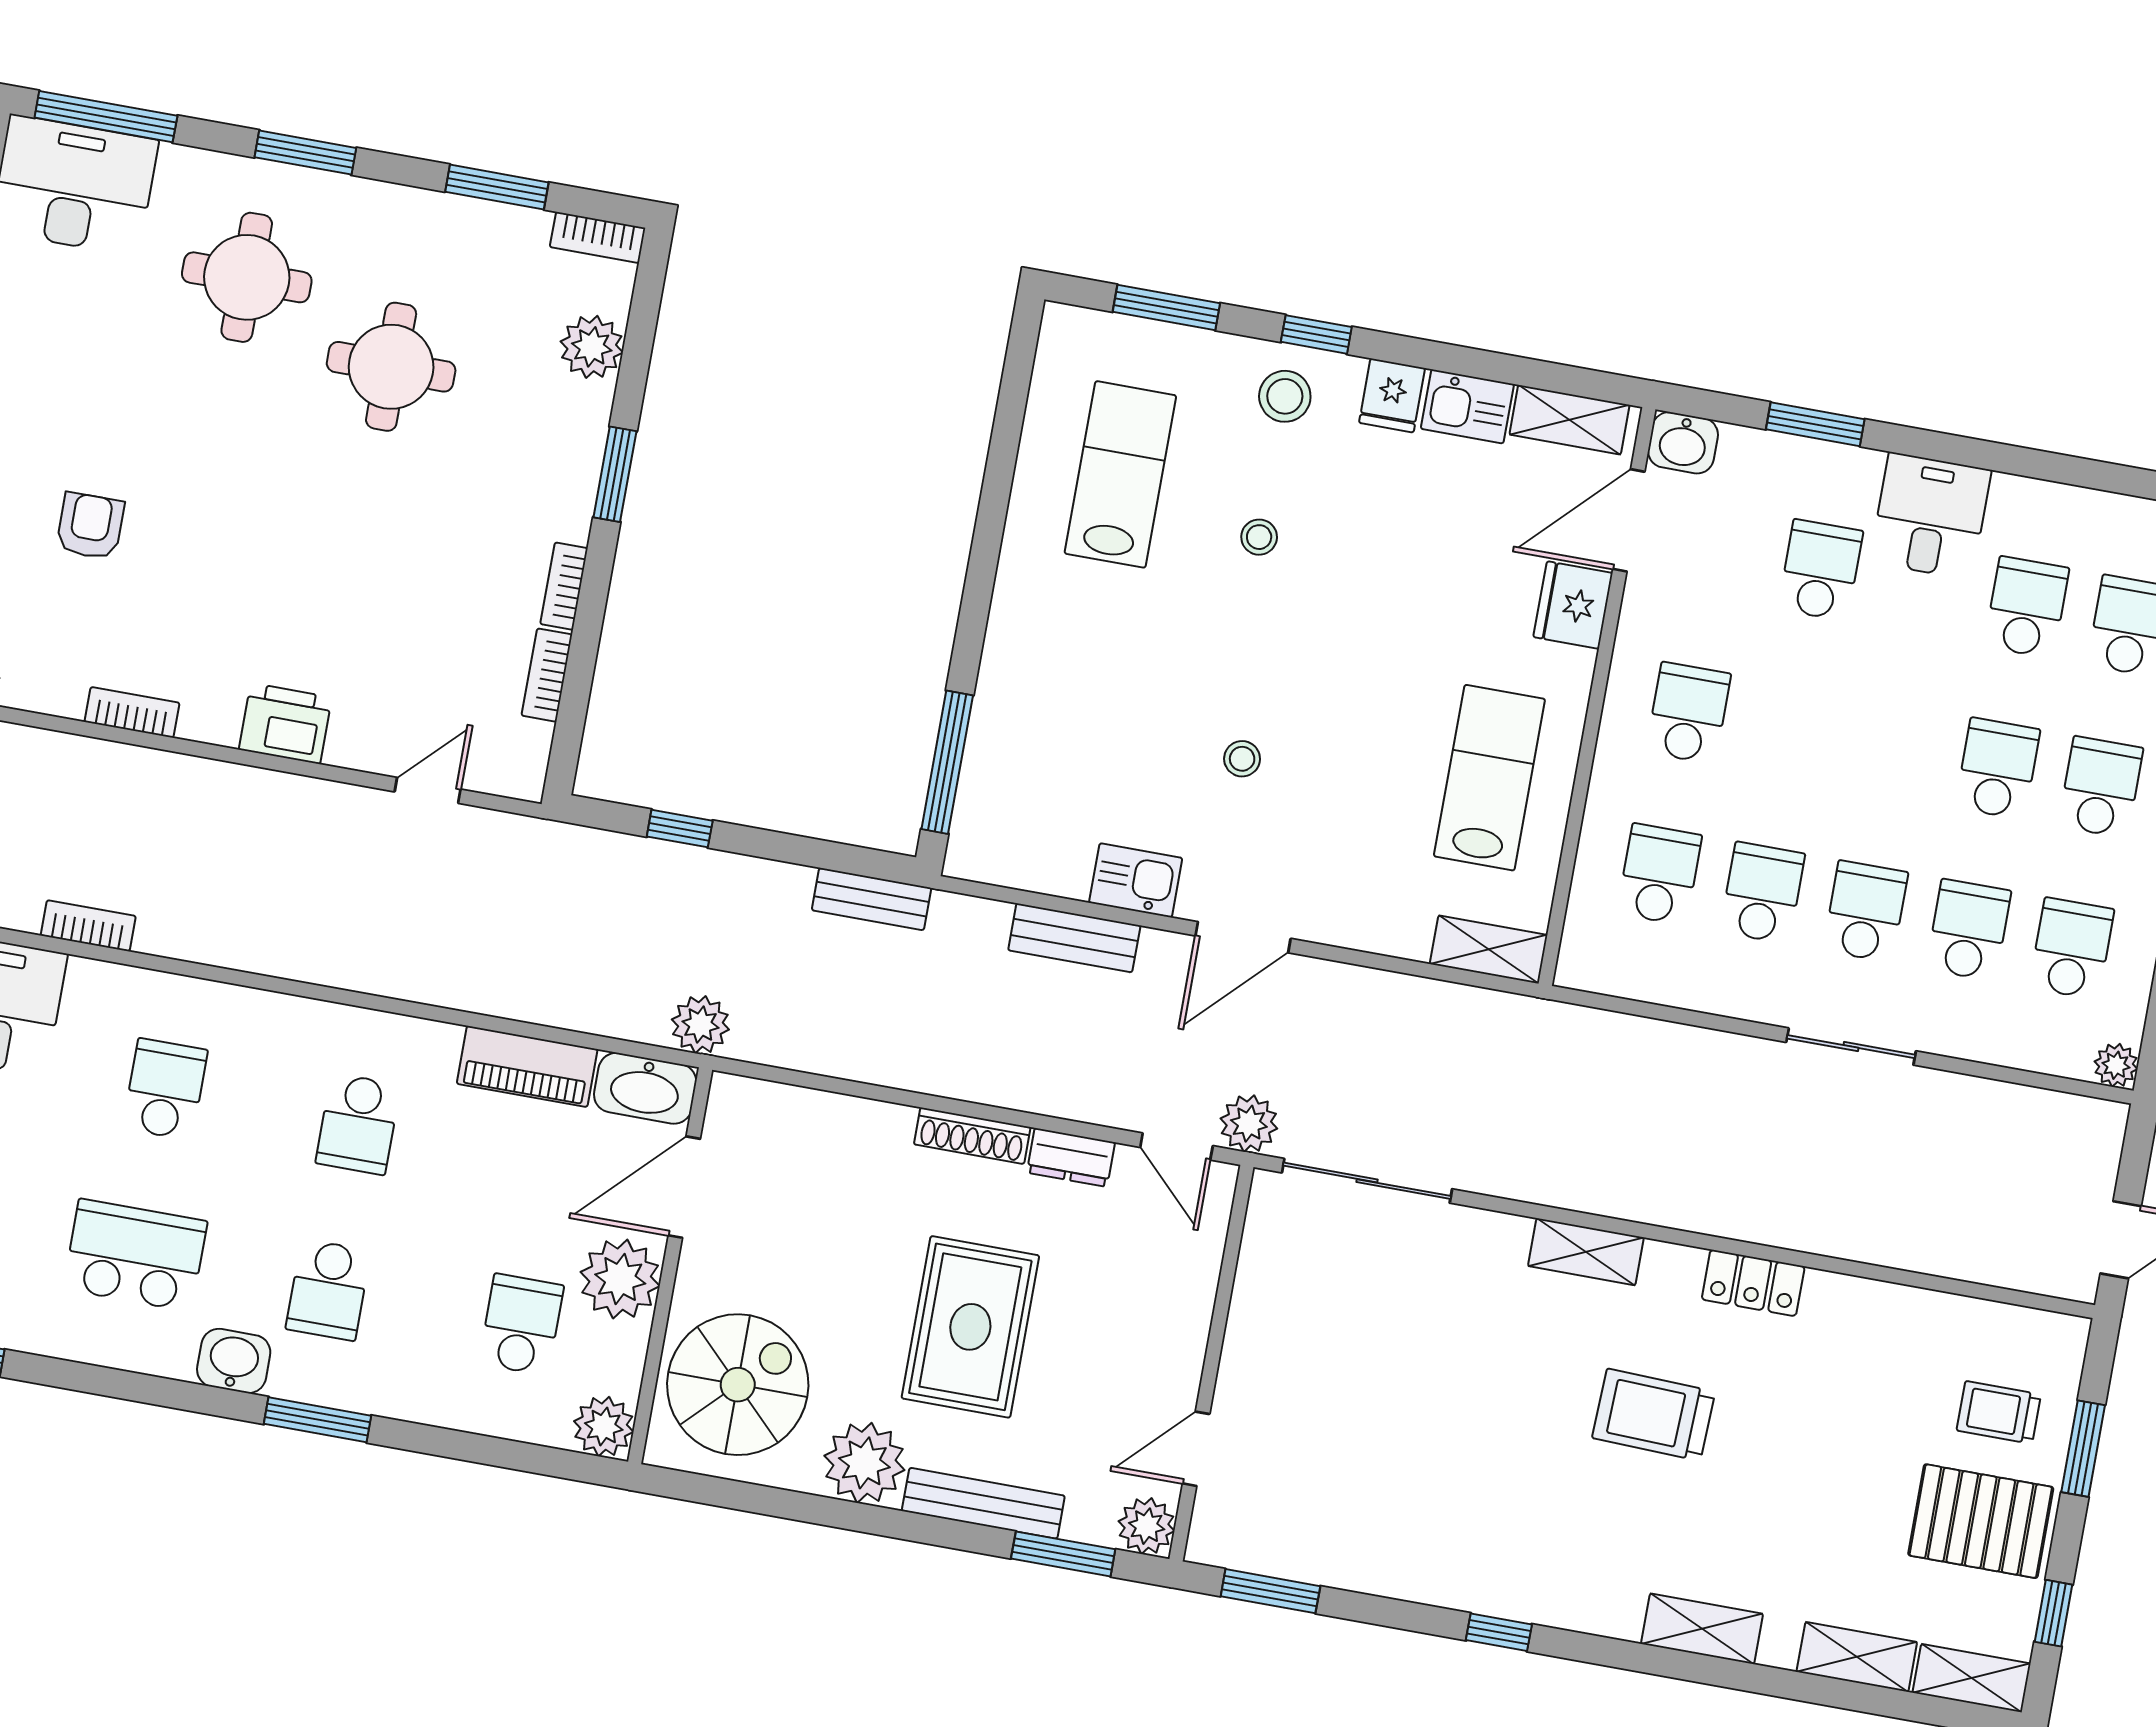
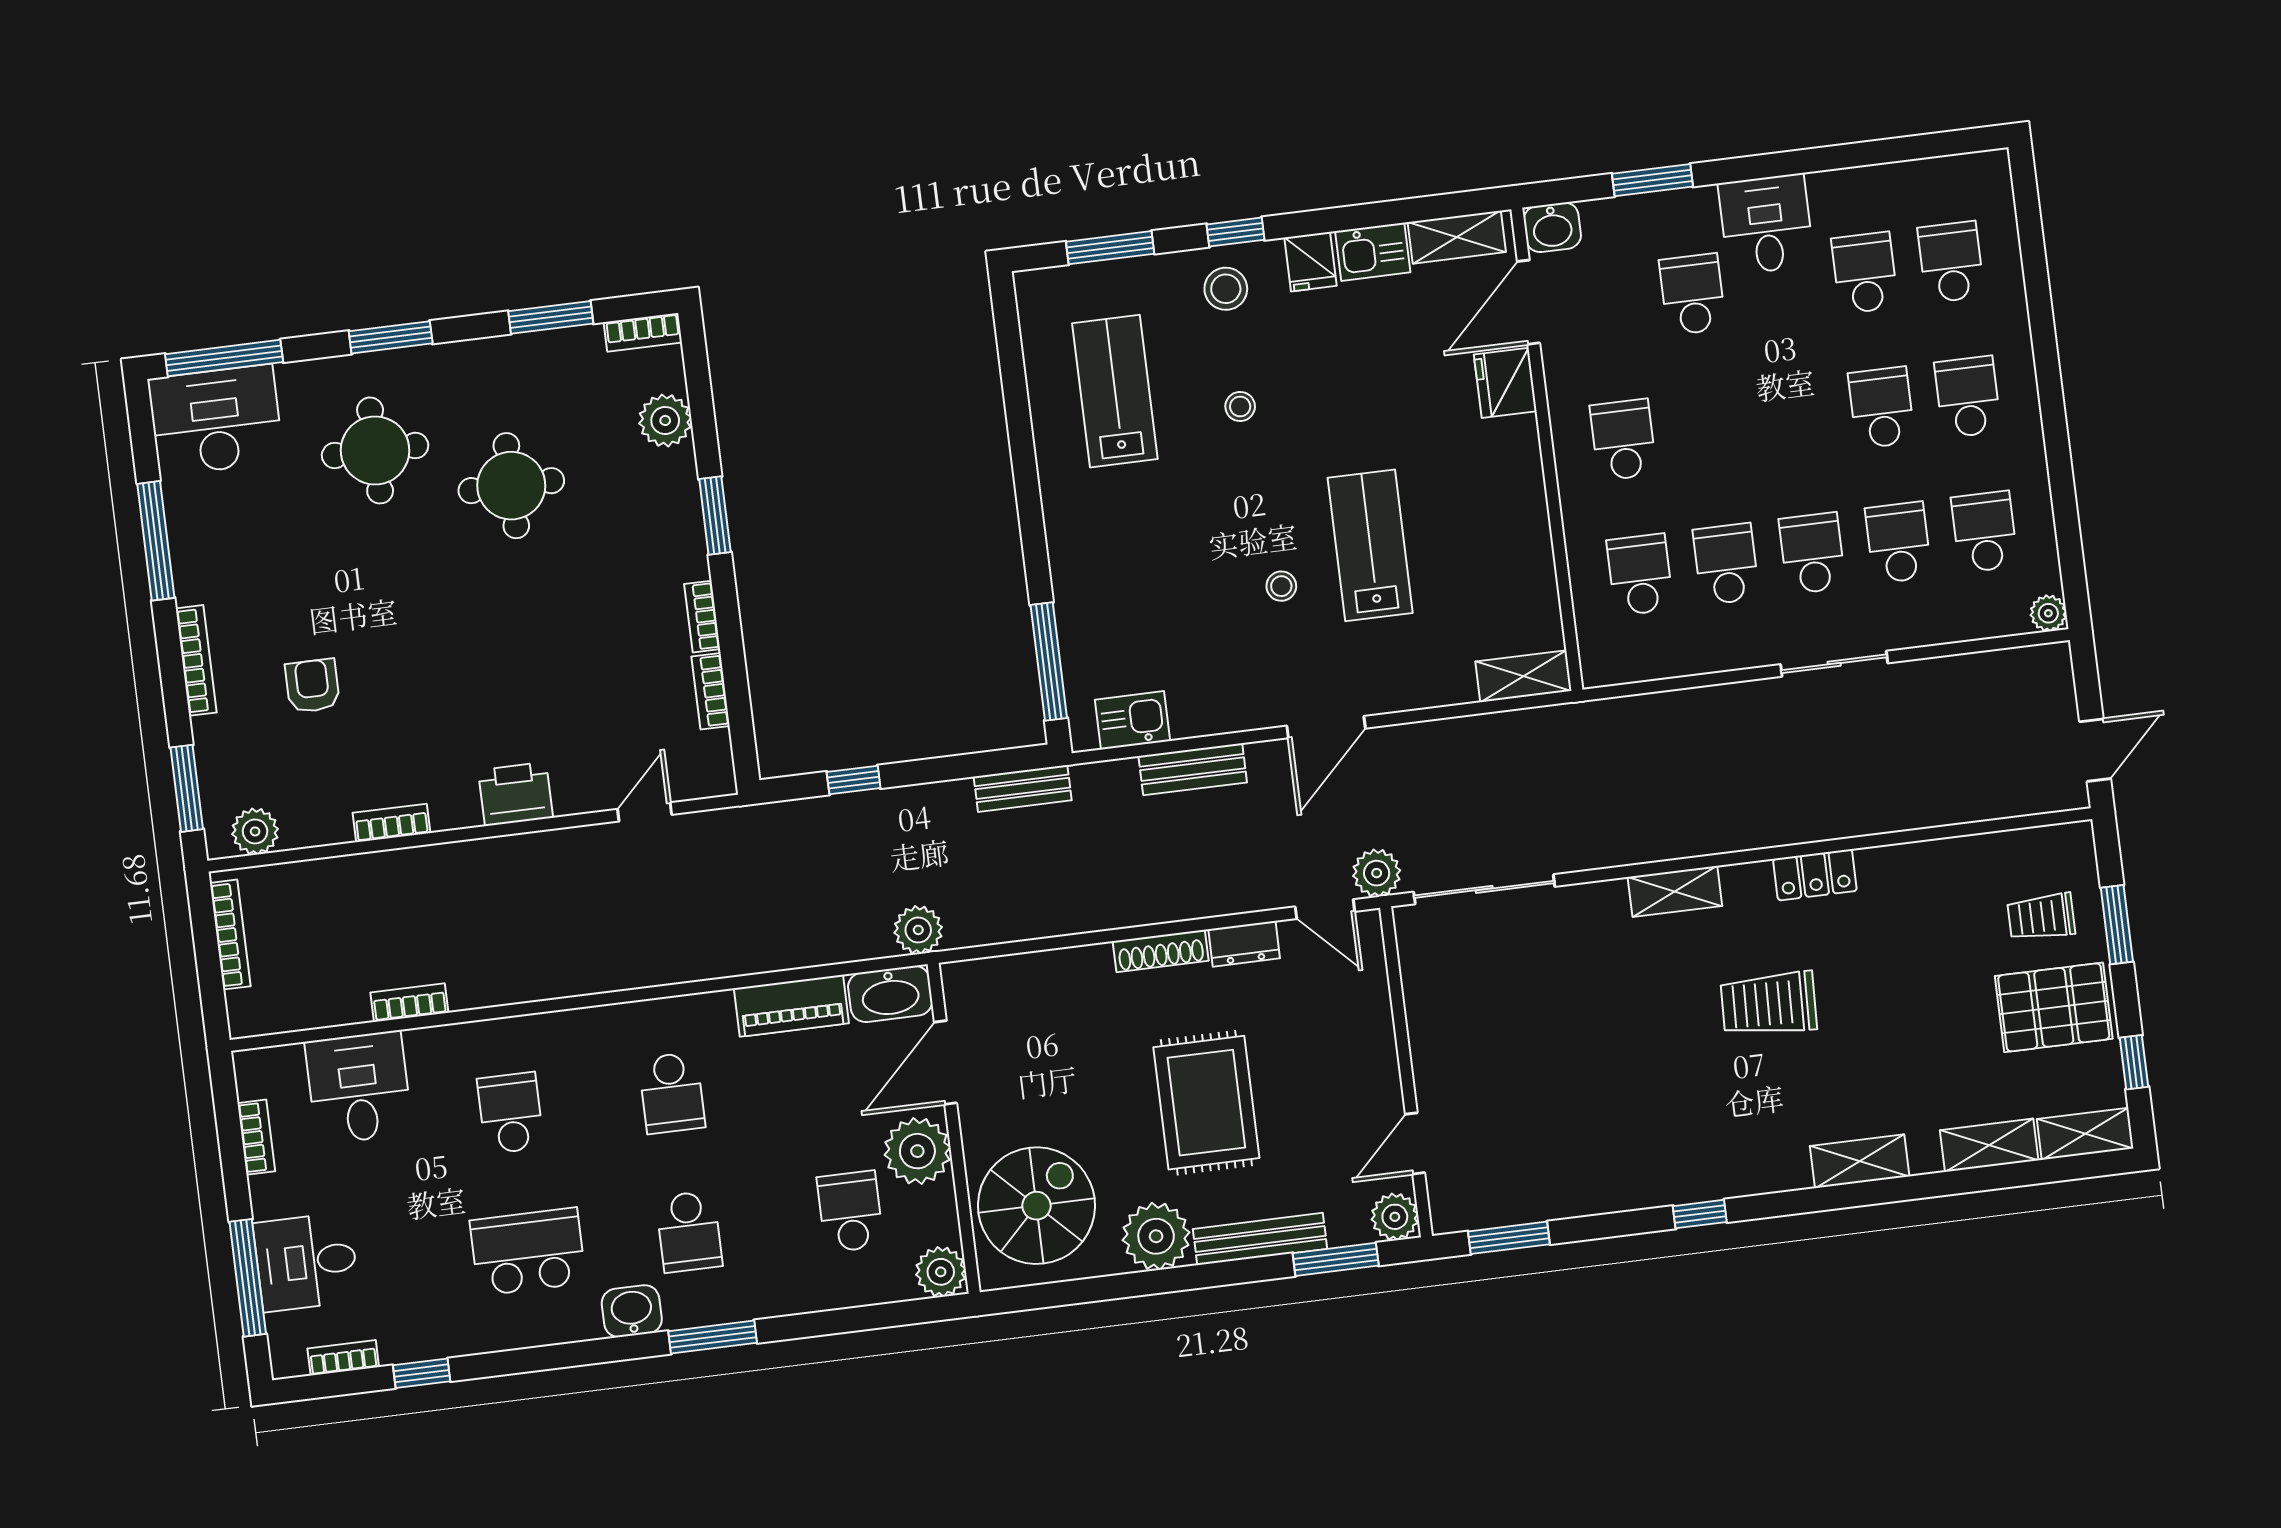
lab bench: (1489, 778) -> (1370, 545), moved
kitchen sink: (1136, 880) -> (1132, 720), moved

